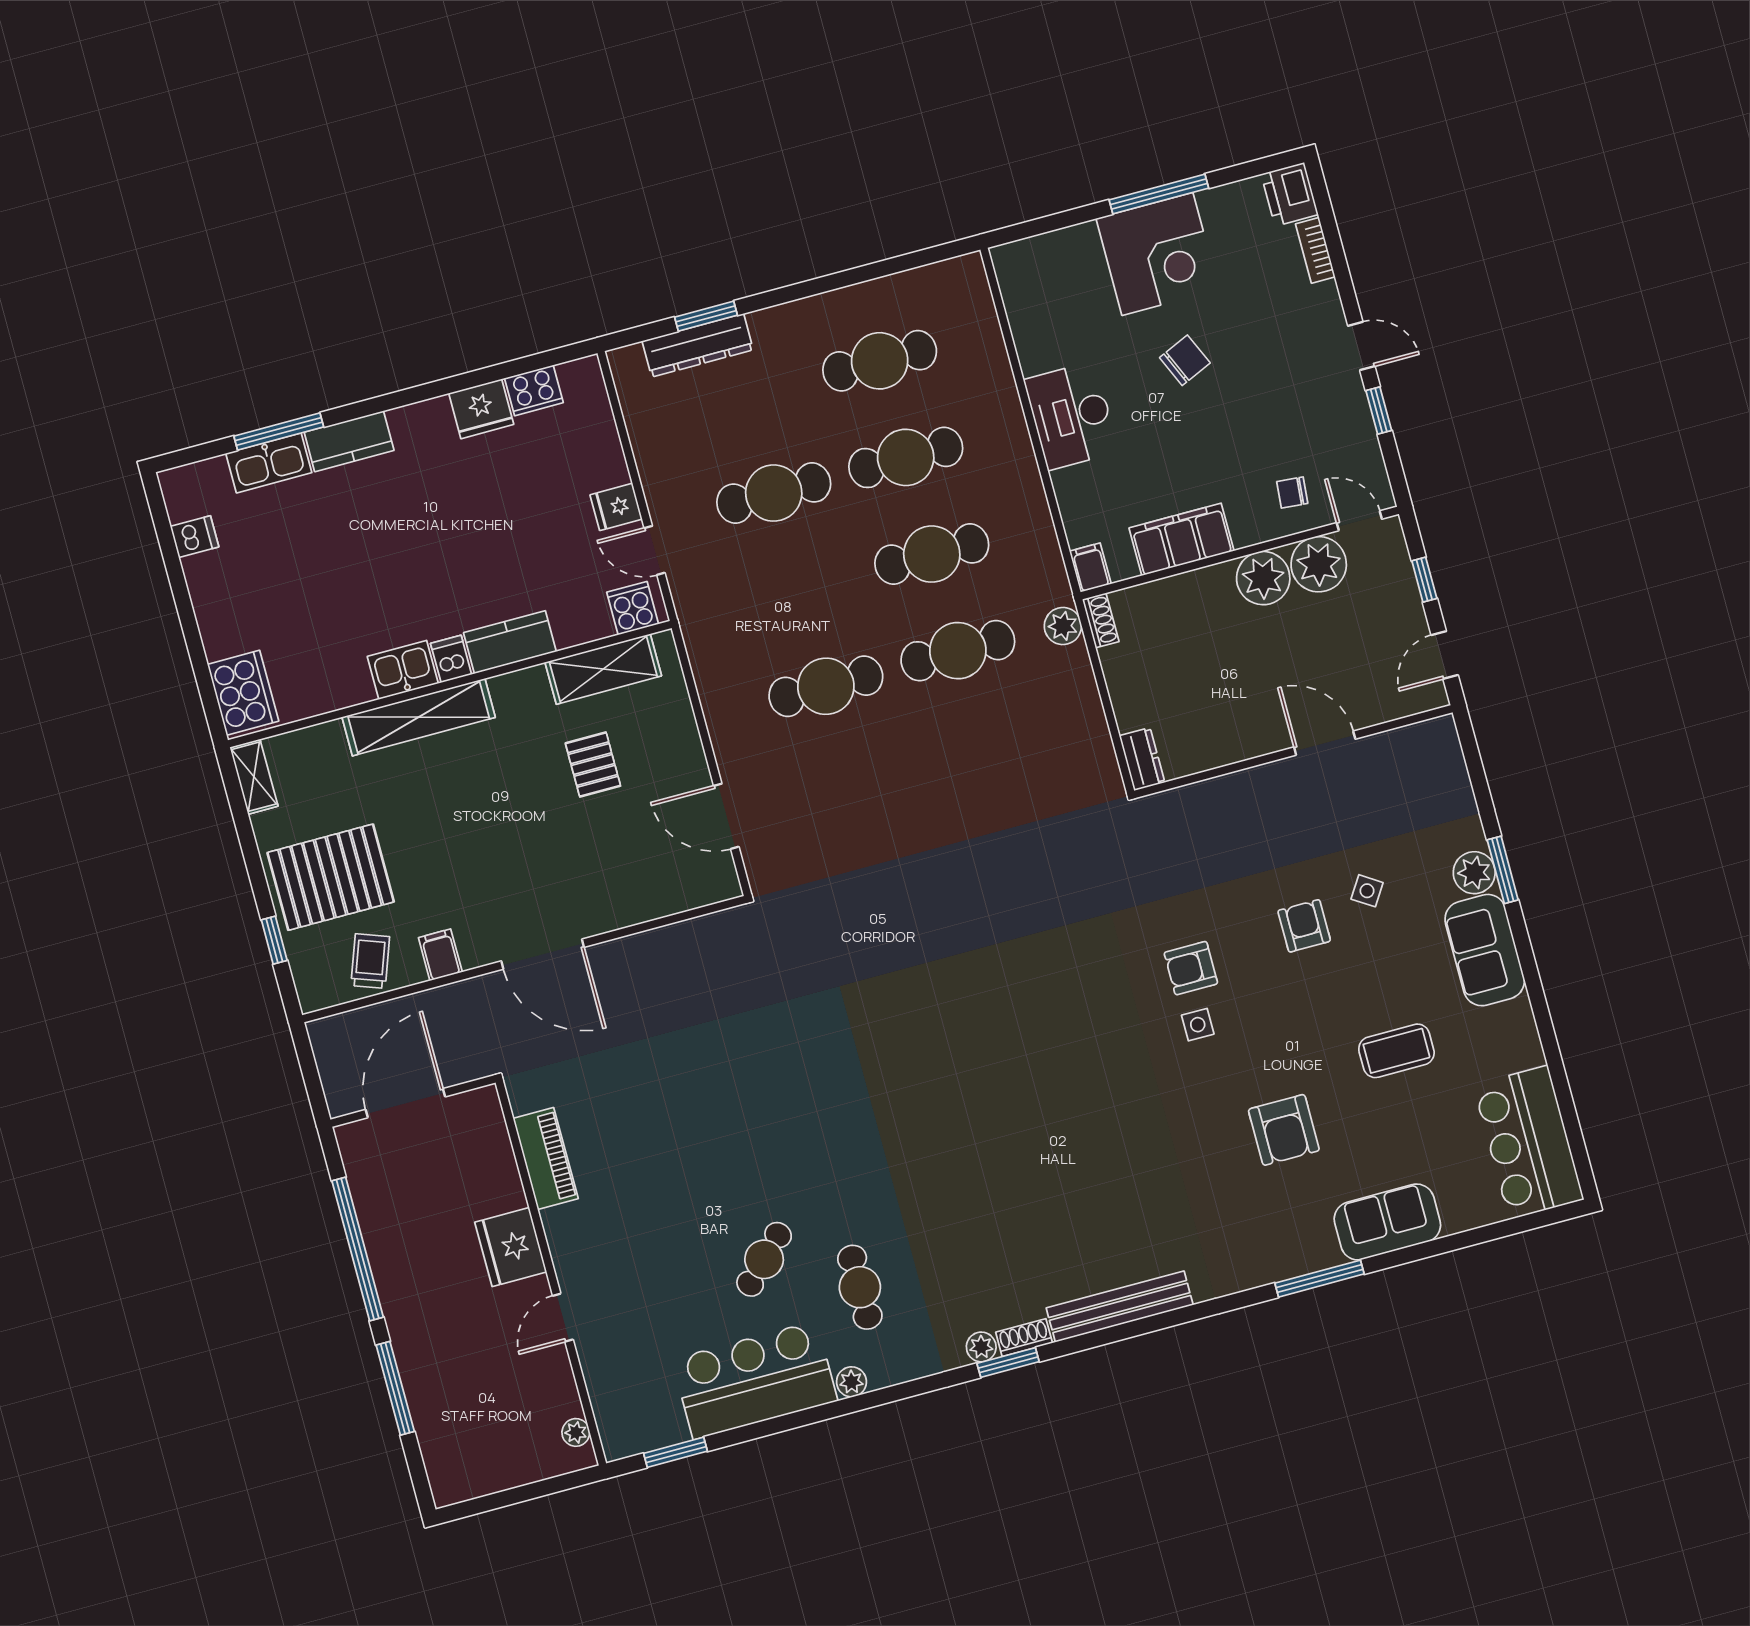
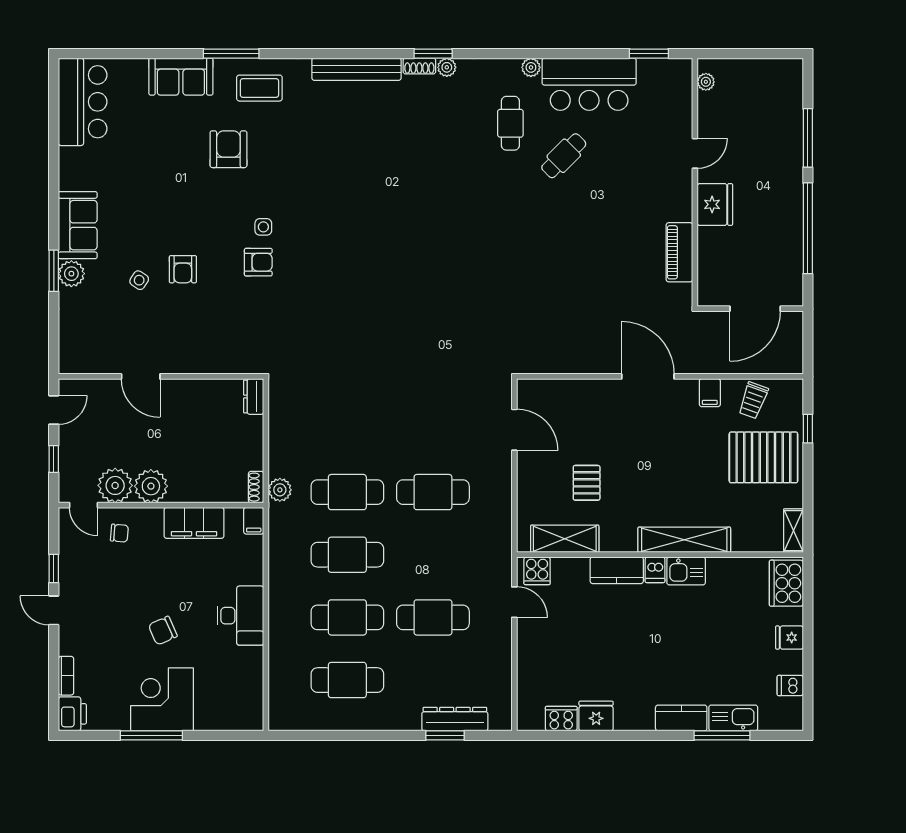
fridge: (616, 507) -> (789, 638), moved, turned 180
coffee table: (1396, 1051) -> (259, 88), moved

